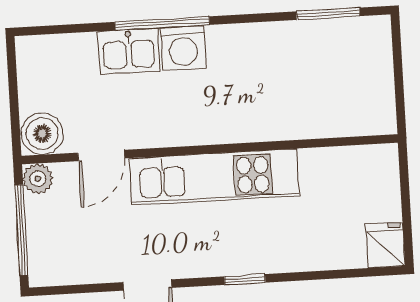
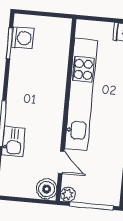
washing machine: (183, 48) -> (23, 38), moved
kitchen unit: (214, 177) -> (81, 95), width x1.36

